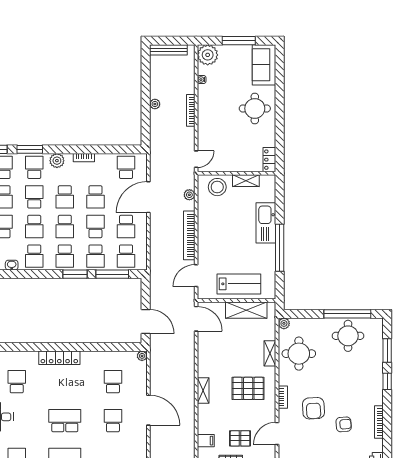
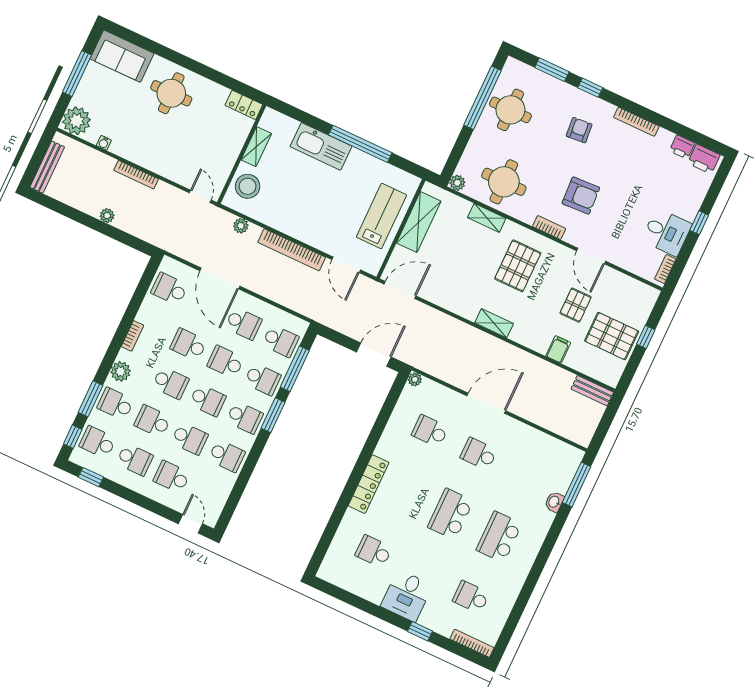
school desk: (95, 197) -> (188, 345), turned 180
washbasin: (12, 265) -> (225, 489), removed
armchair: (344, 424) -> (579, 130), moved

